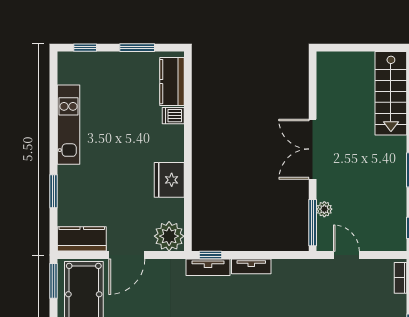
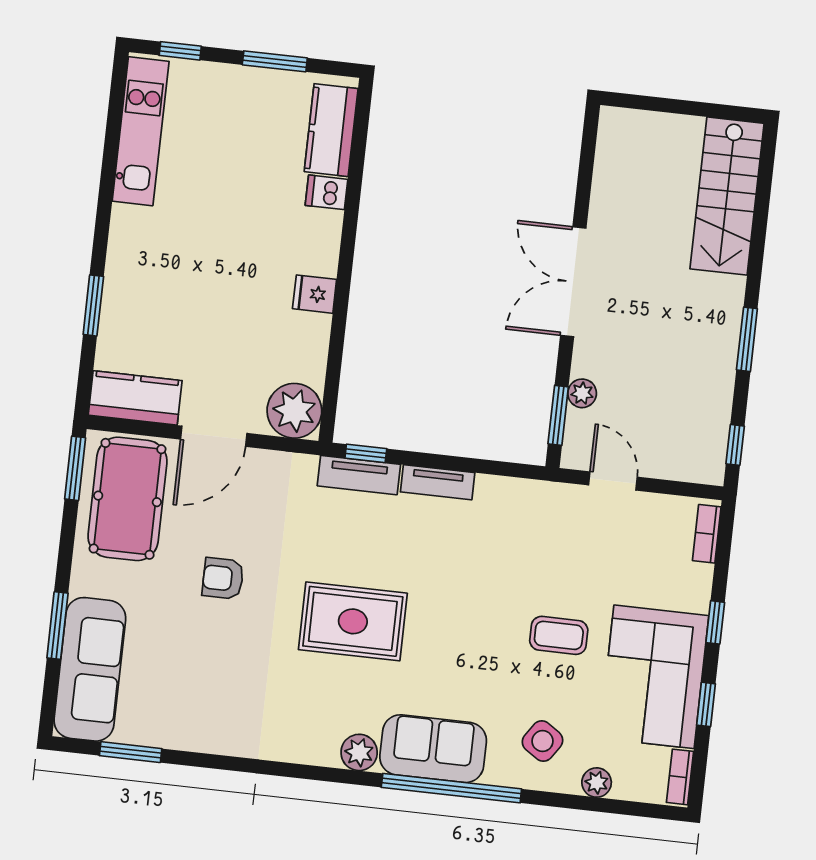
kitchen unit: (68, 125) -> (141, 131), moved
fridge: (169, 180) -> (315, 294), width x0.53, depth x0.75
window: (313, 223) -> (558, 415), width x0.69

